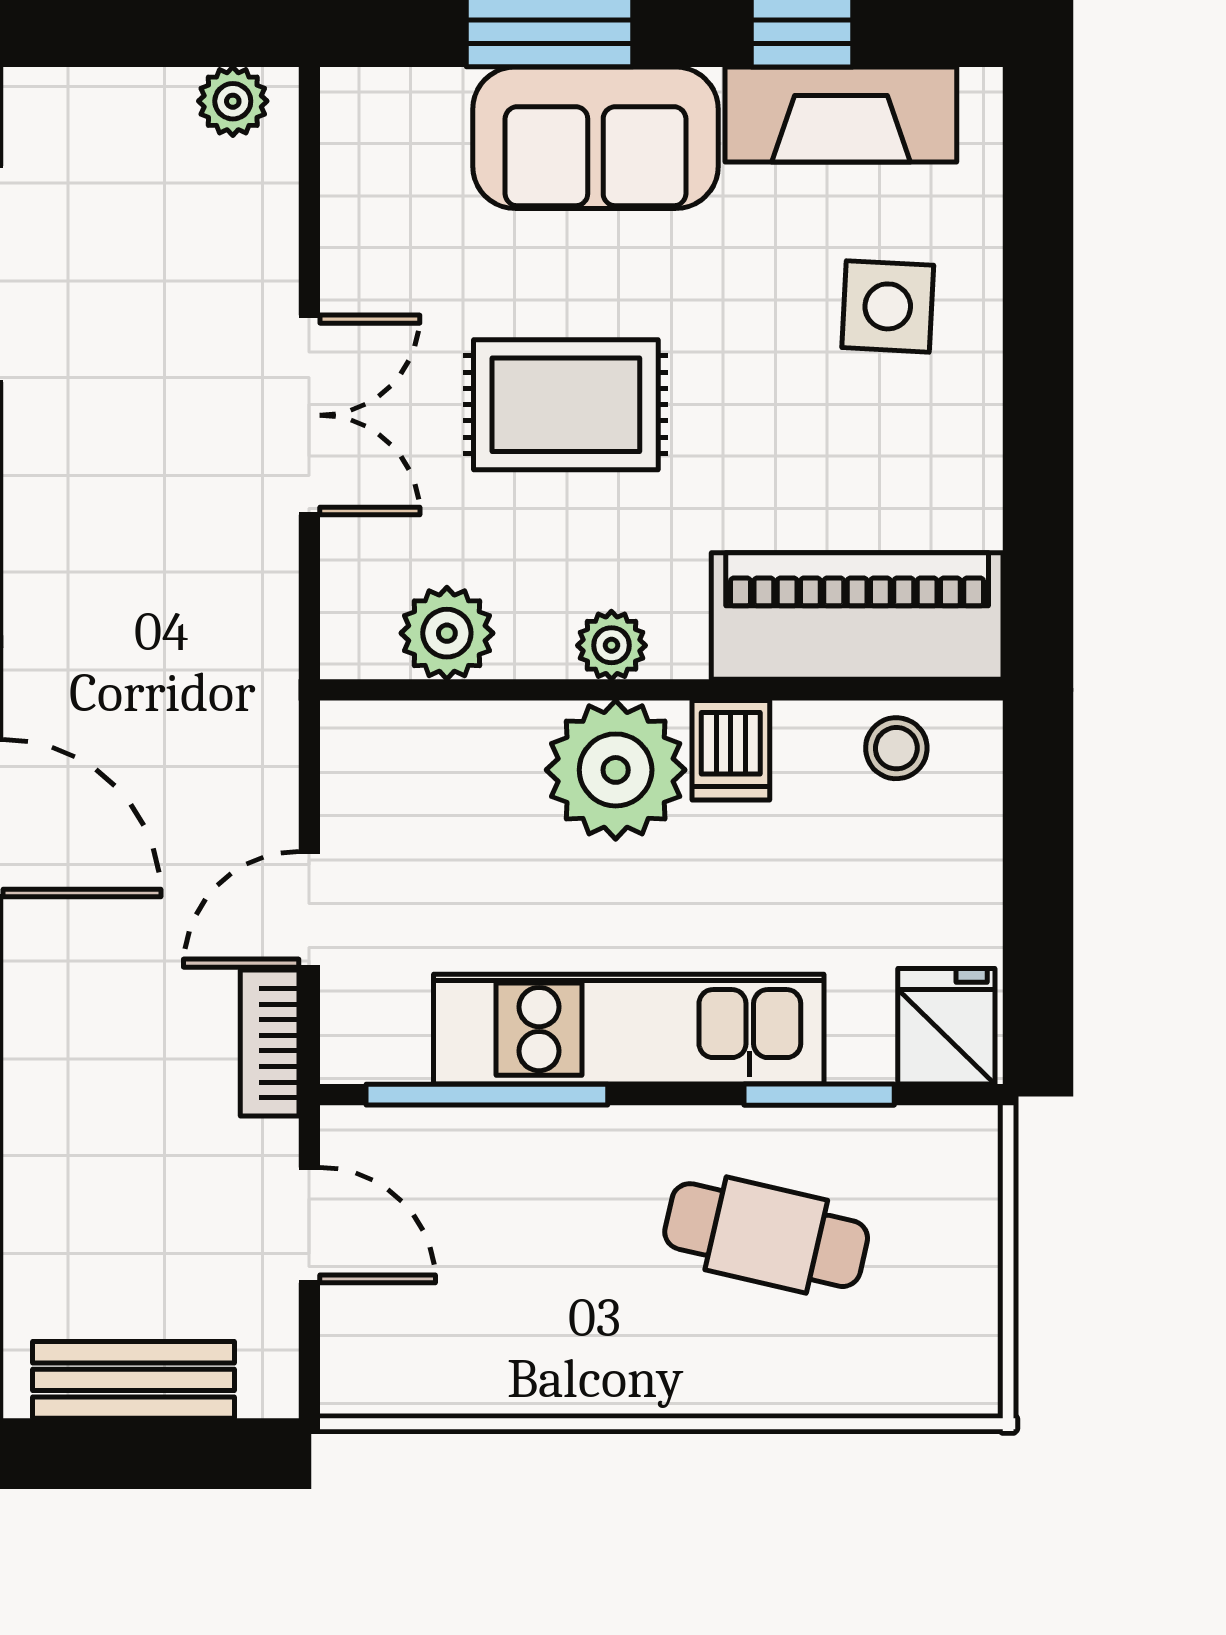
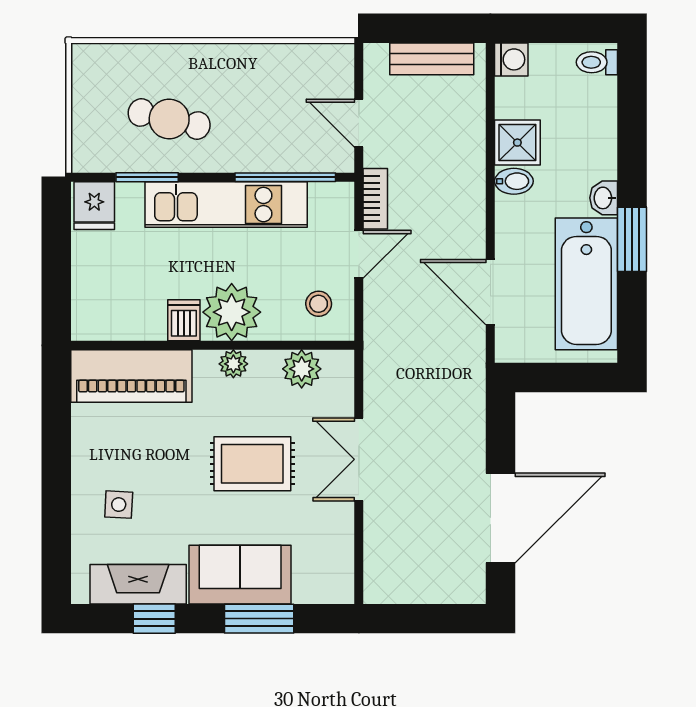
plant: (233, 101) -> (391, 590), removed
side table: (888, 306) -> (119, 505), width x0.73, depth x0.73
stool: (896, 748) -> (319, 304), moved

